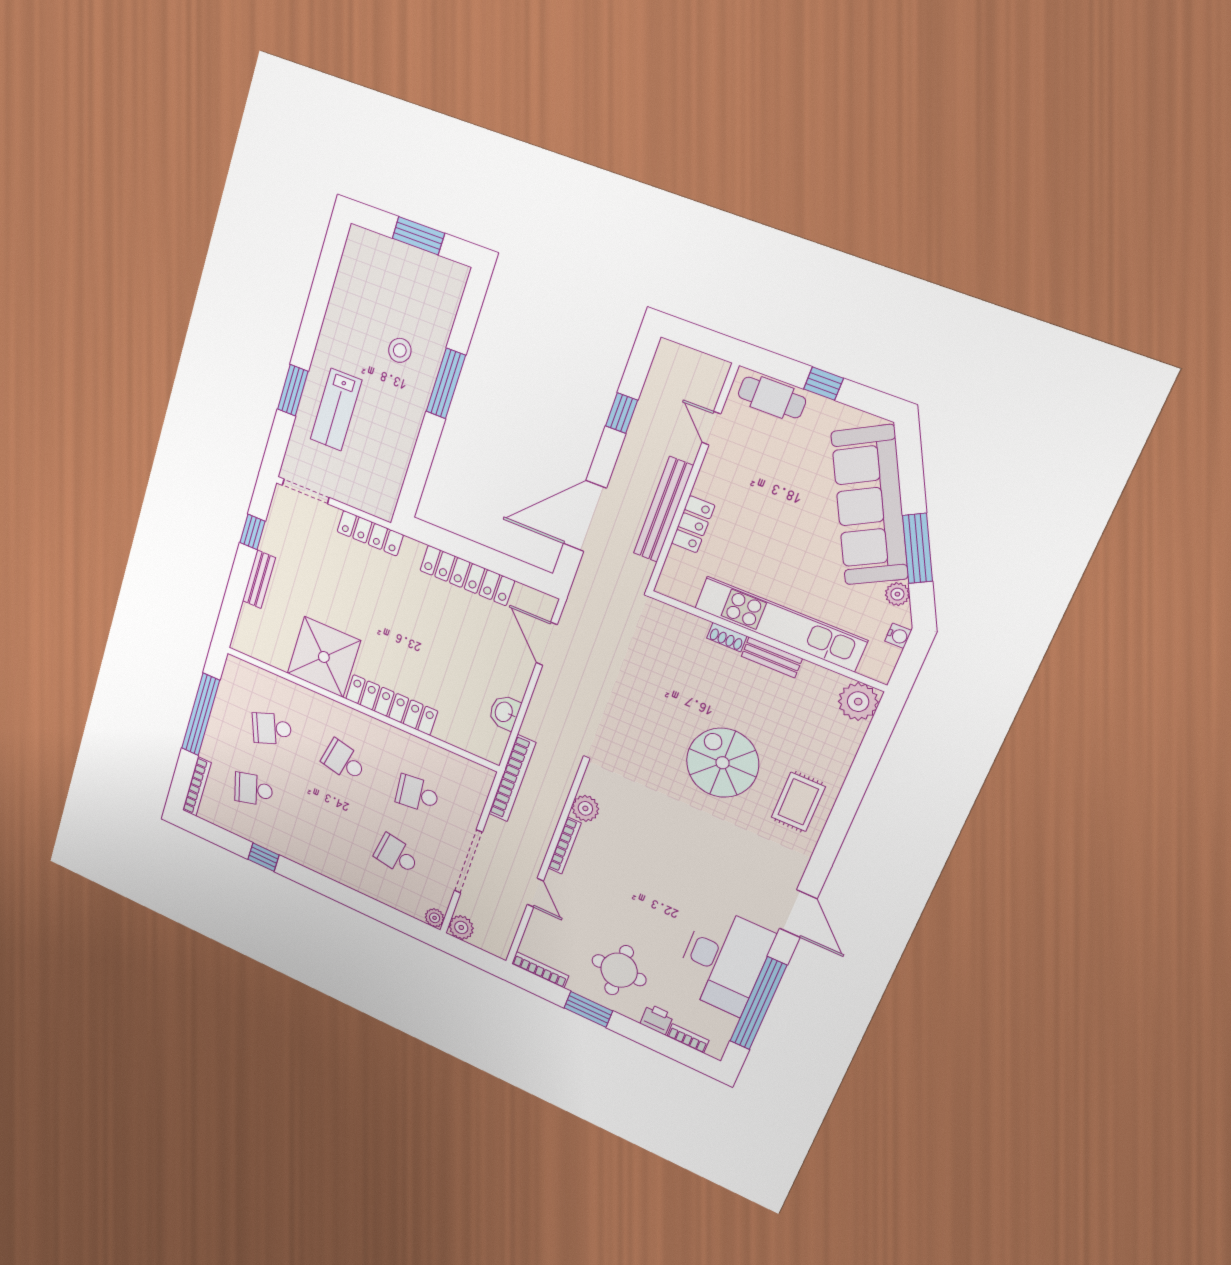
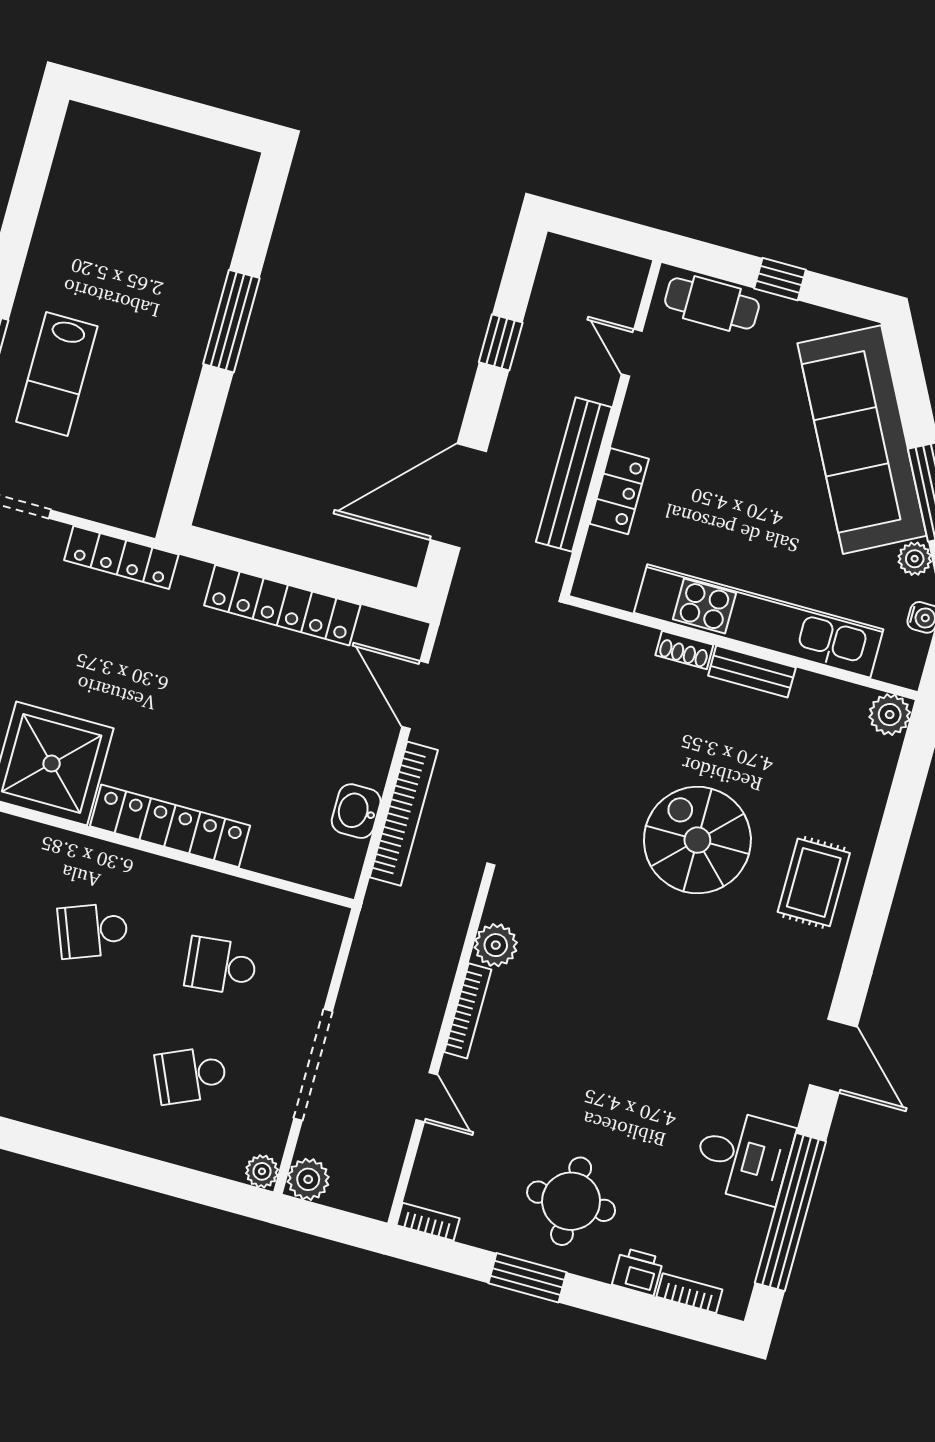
window: (418, 236) -> (177, 113), removed
stool: (400, 350) -> (156, 278), removed
plant: (858, 702) -> (890, 715), width x0.73, depth x0.73
school desk: (344, 761) -> (93, 931), turned -33
bookcase: (512, 778) -> (404, 814), moved
school desk: (396, 855) -> (191, 1075), turned -33
desk: (723, 960) -> (743, 1156), width x0.53, depth x0.77
bookcase: (540, 970) -> (428, 1222), width x0.64

